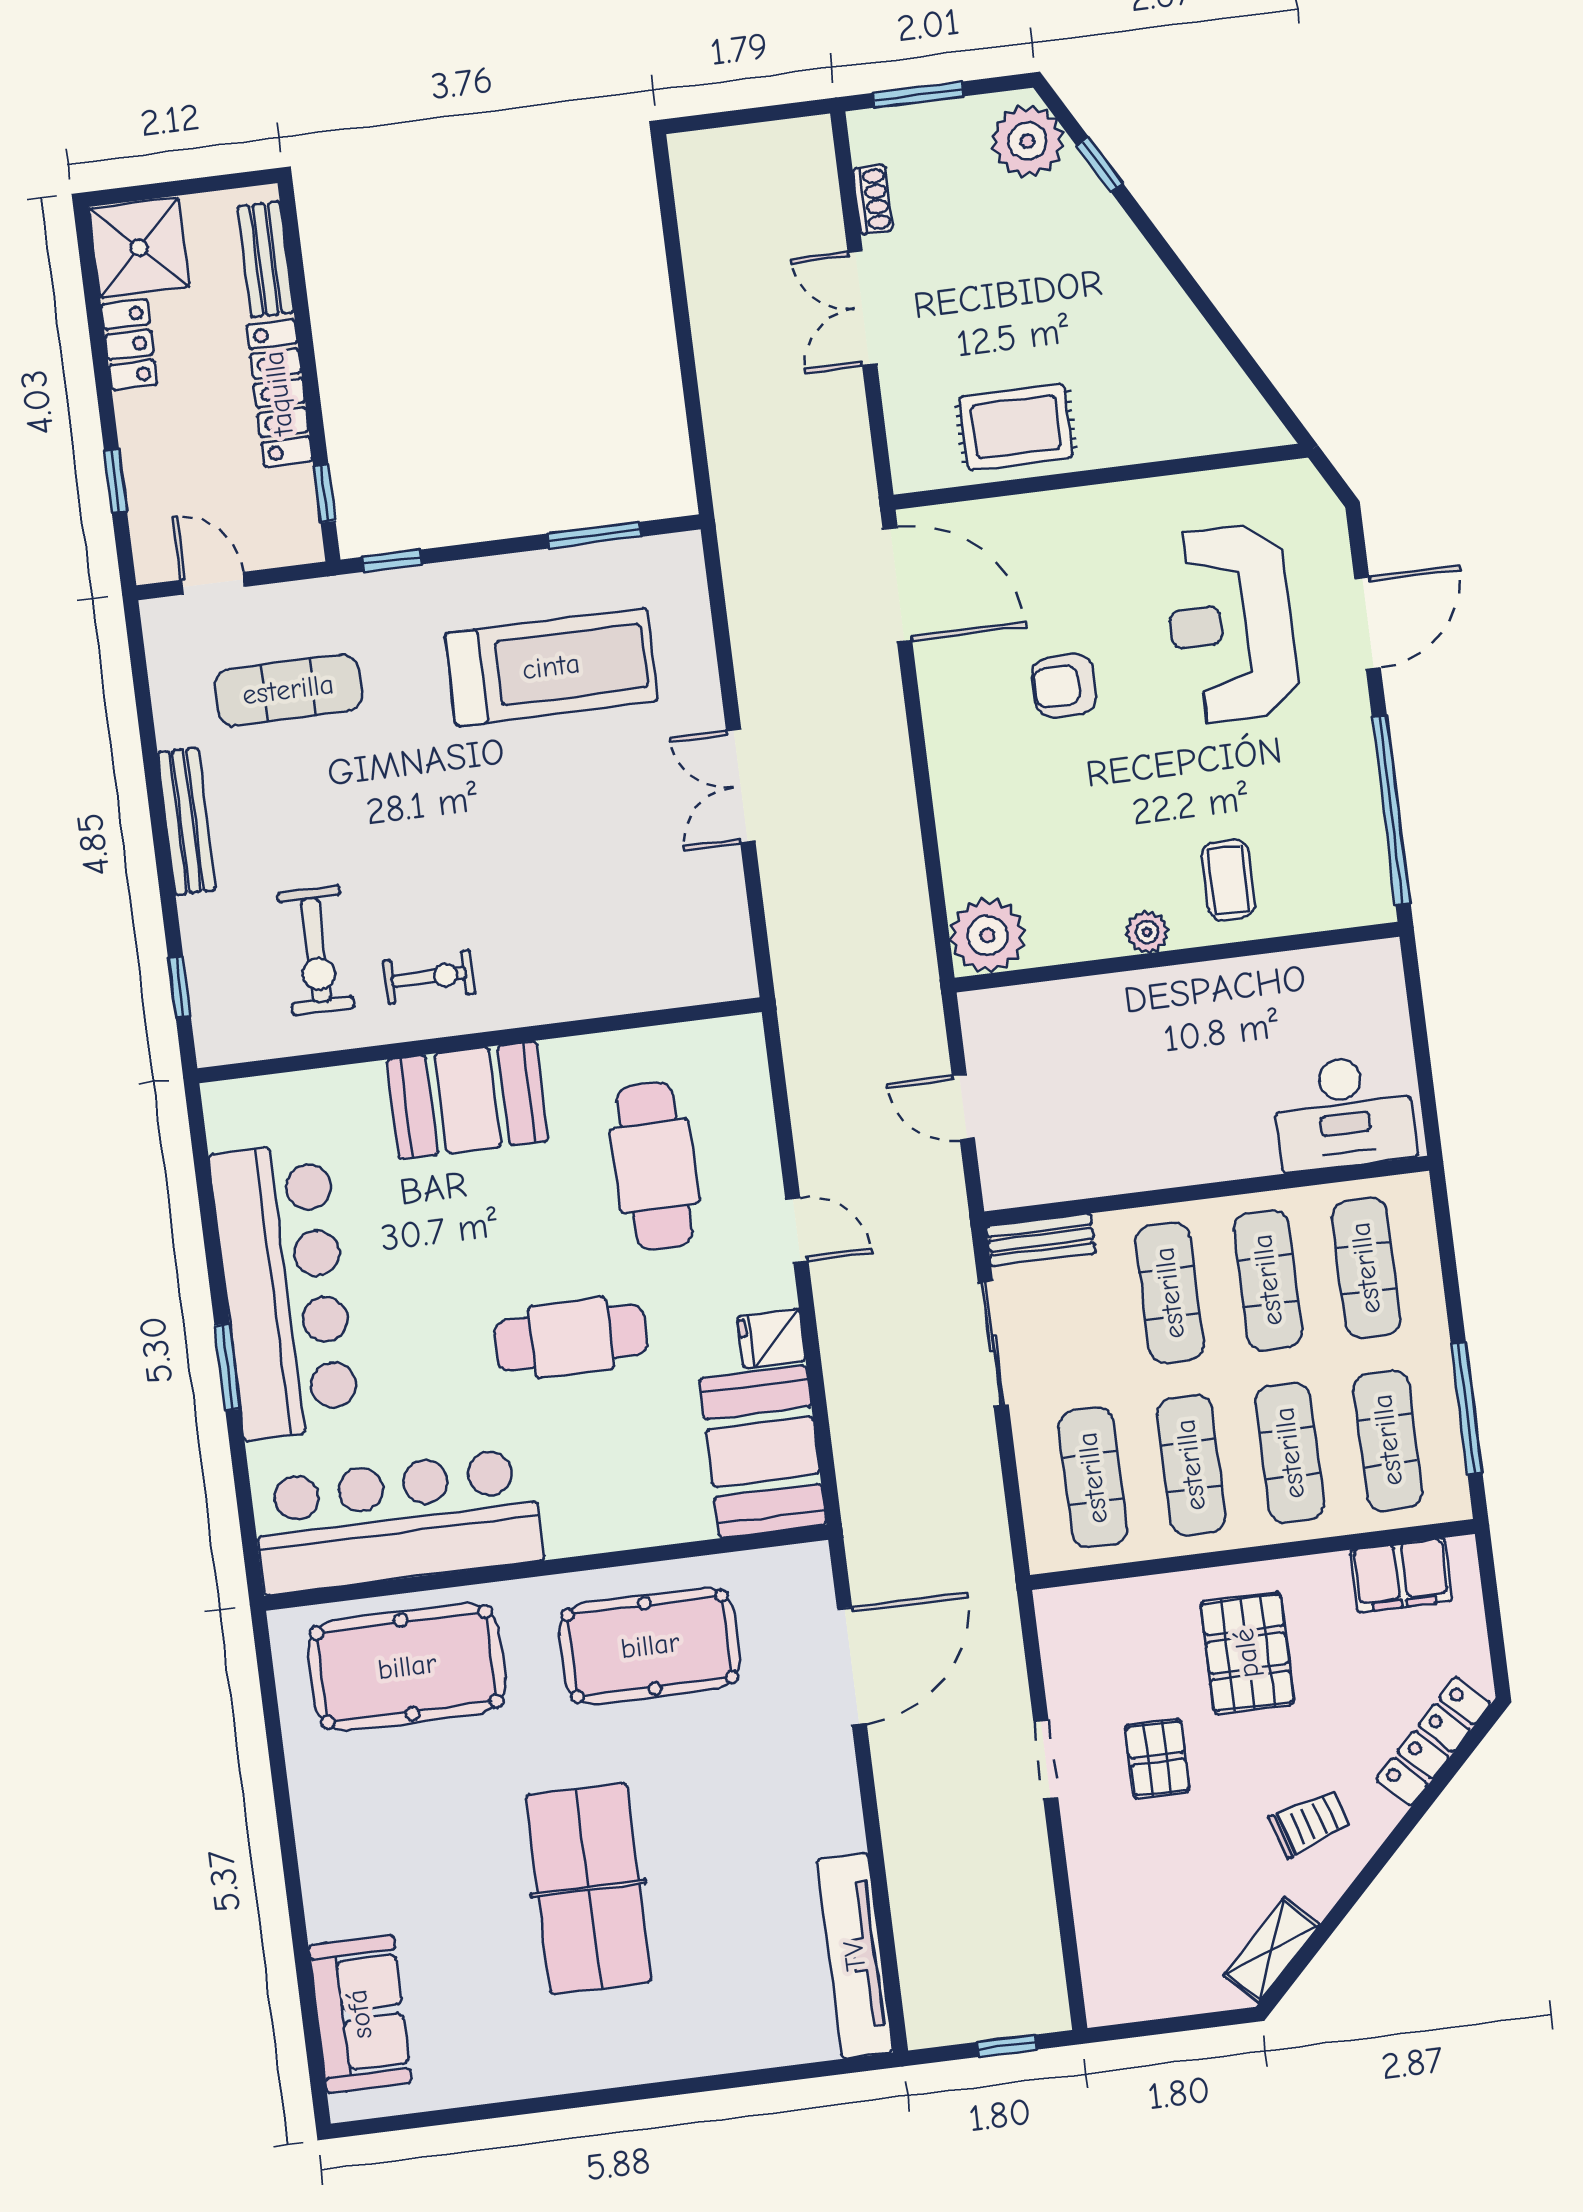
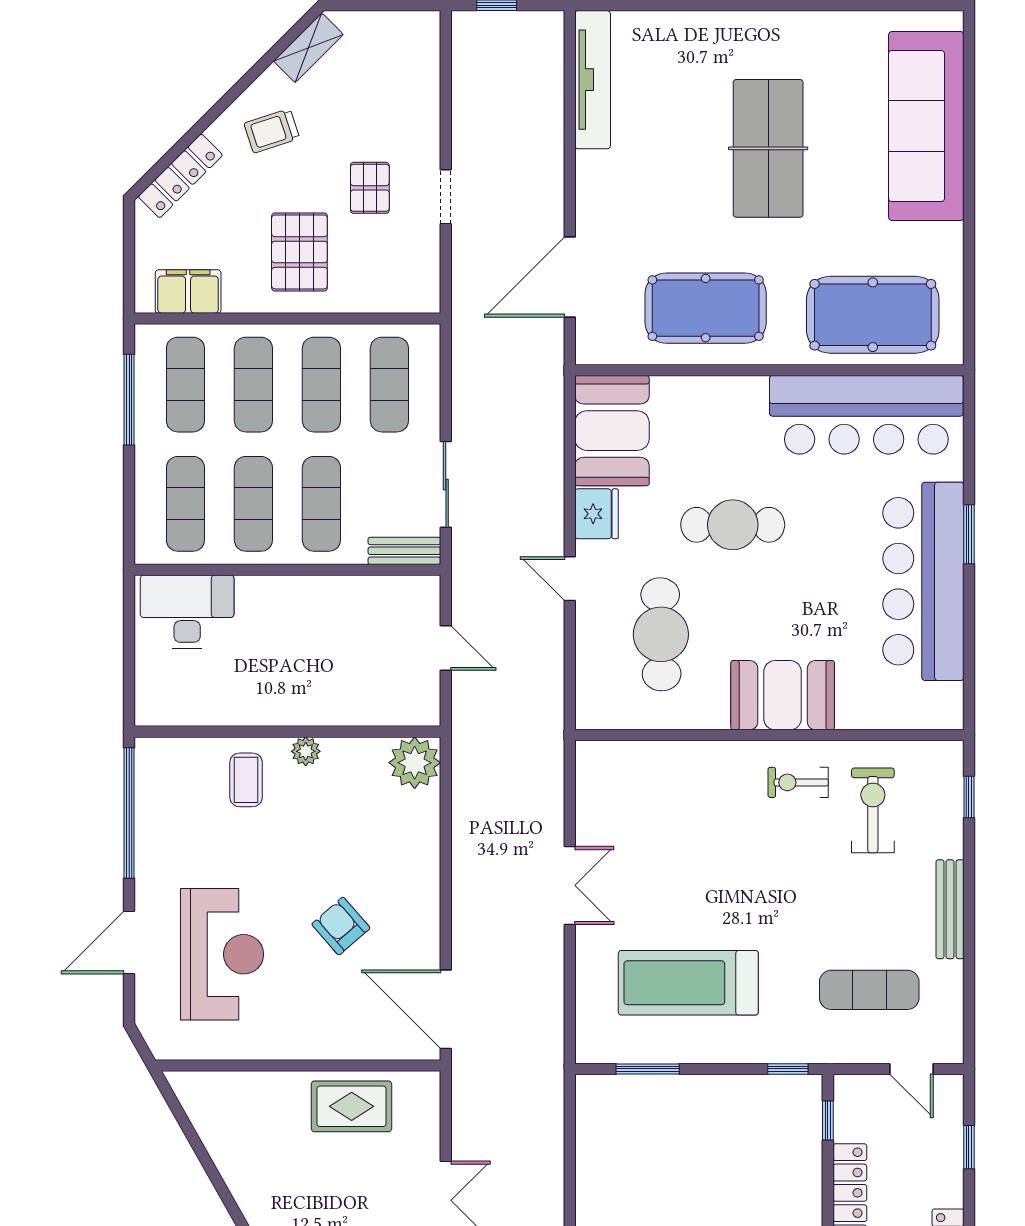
armchair: (1064, 686) -> (341, 926), turned -131
fridge: (771, 1339) -> (596, 514), width x1.38
sofa: (360, 2014) -> (926, 126), width x1.85, depth x1.27

